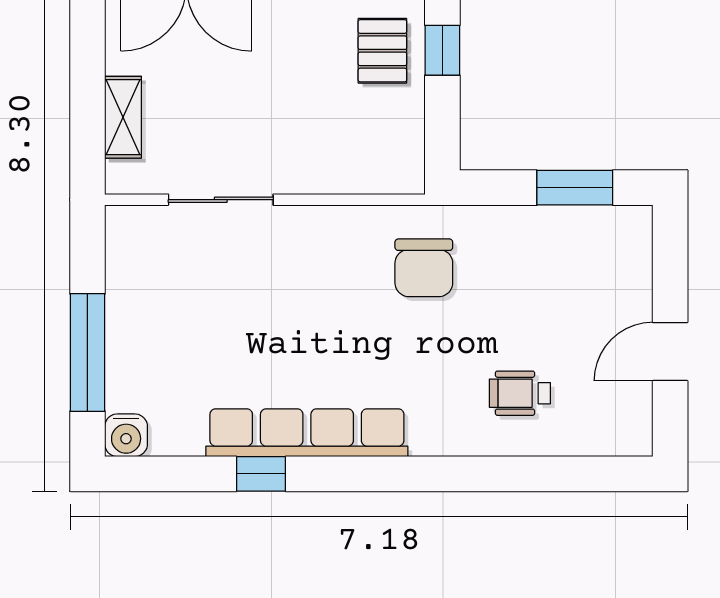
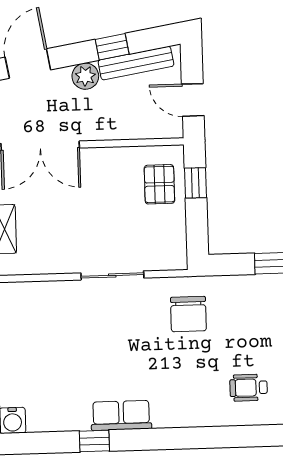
sliding door: (221, 200) -> (112, 275), moved
row of seats: (307, 433) -> (121, 415), width x0.50

